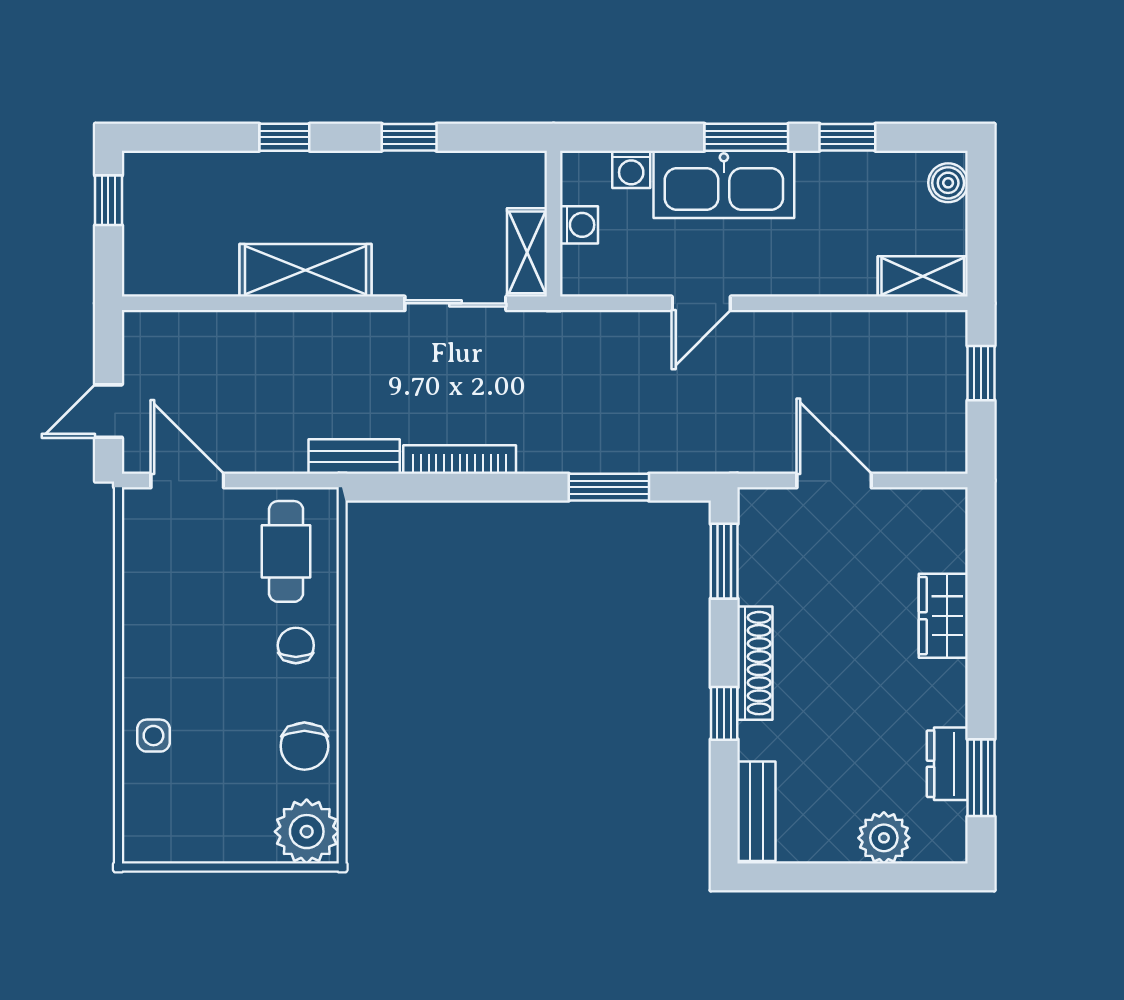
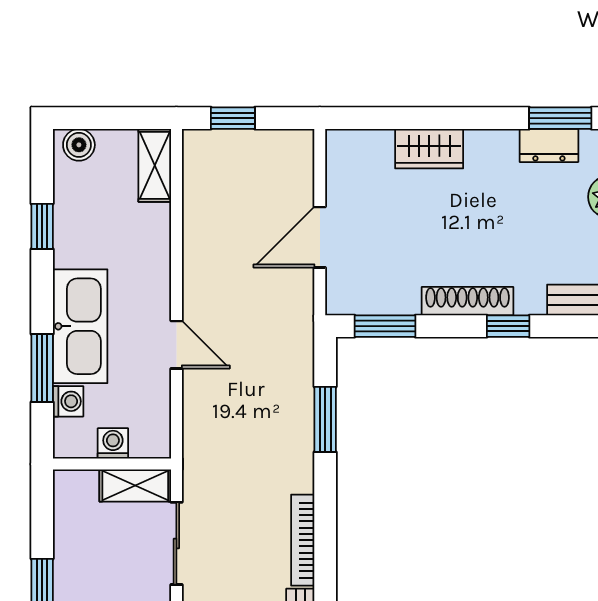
window: (746, 137) -> (42, 368), moved

